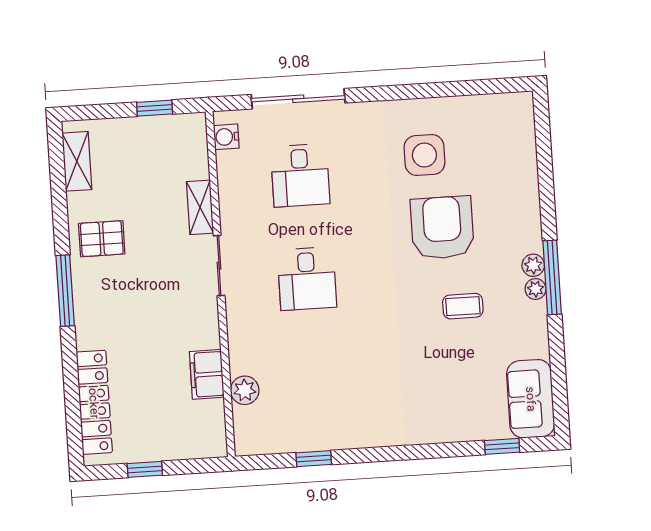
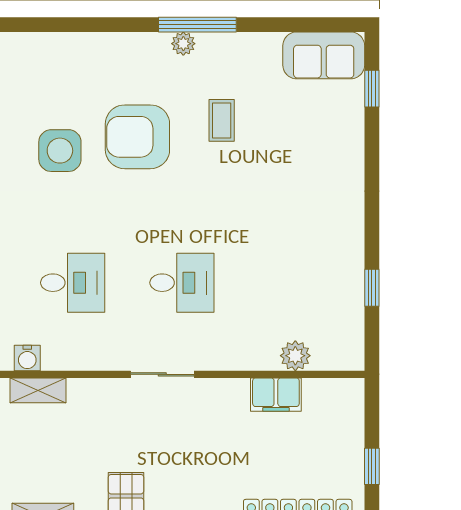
shelving: (200, 207) -> (38, 390), moved
plant: (536, 289) -> (208, 43), removed

